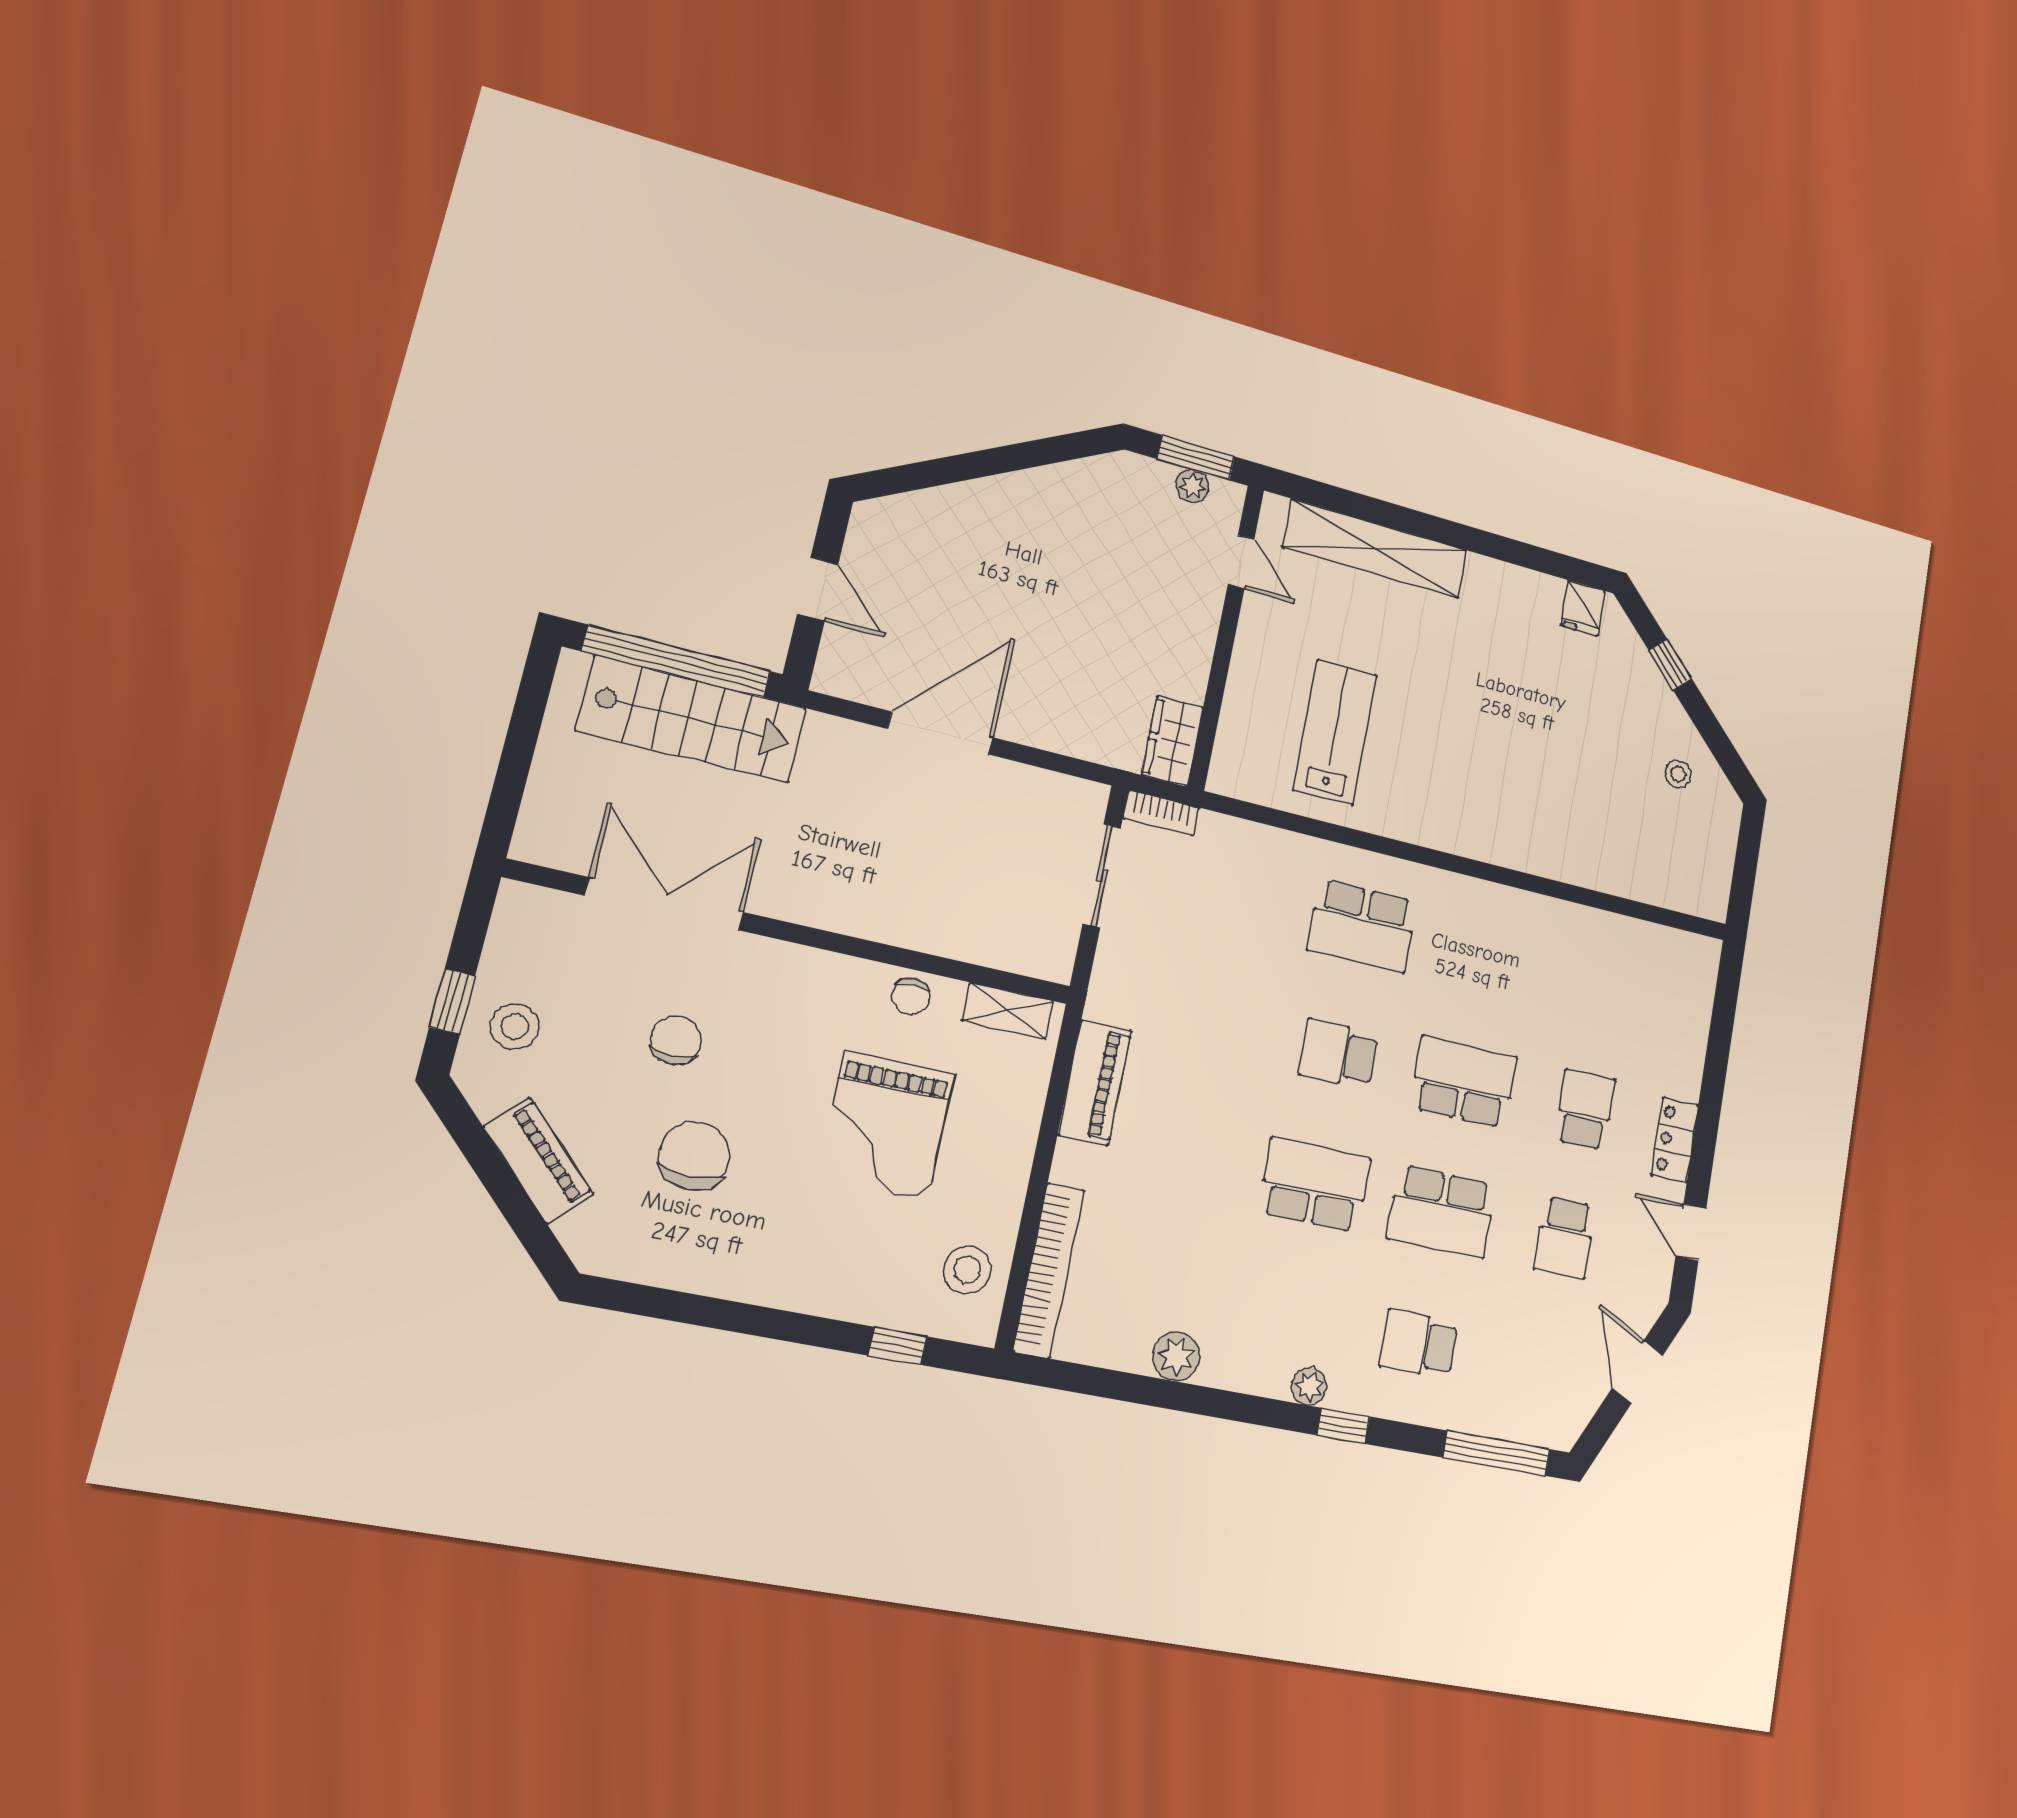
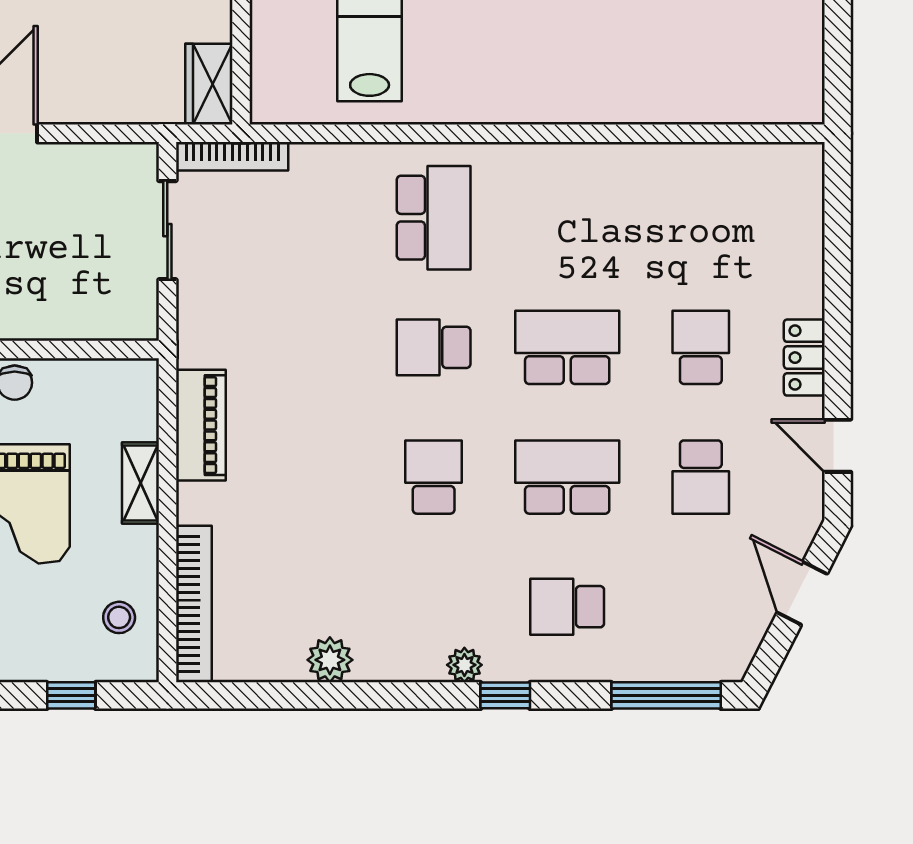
bookcase: (1161, 813) -> (232, 156), width x1.56
school desk: (1362, 926) -> (434, 218), turned -90
shelving: (1008, 1011) -> (140, 483), moved, turned 90
school desk: (1315, 1185) -> (434, 477), width x0.54
school desk: (1442, 1212) -> (567, 477), turned 180
stool: (967, 1270) -> (119, 617), width x0.73, depth x0.73

